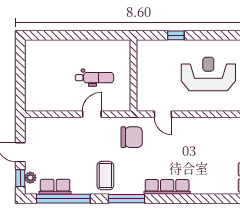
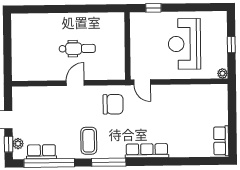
reception desk: (208, 74) -> (184, 44), turned -90
wall: (133, 75) -> (127, 46), moved

